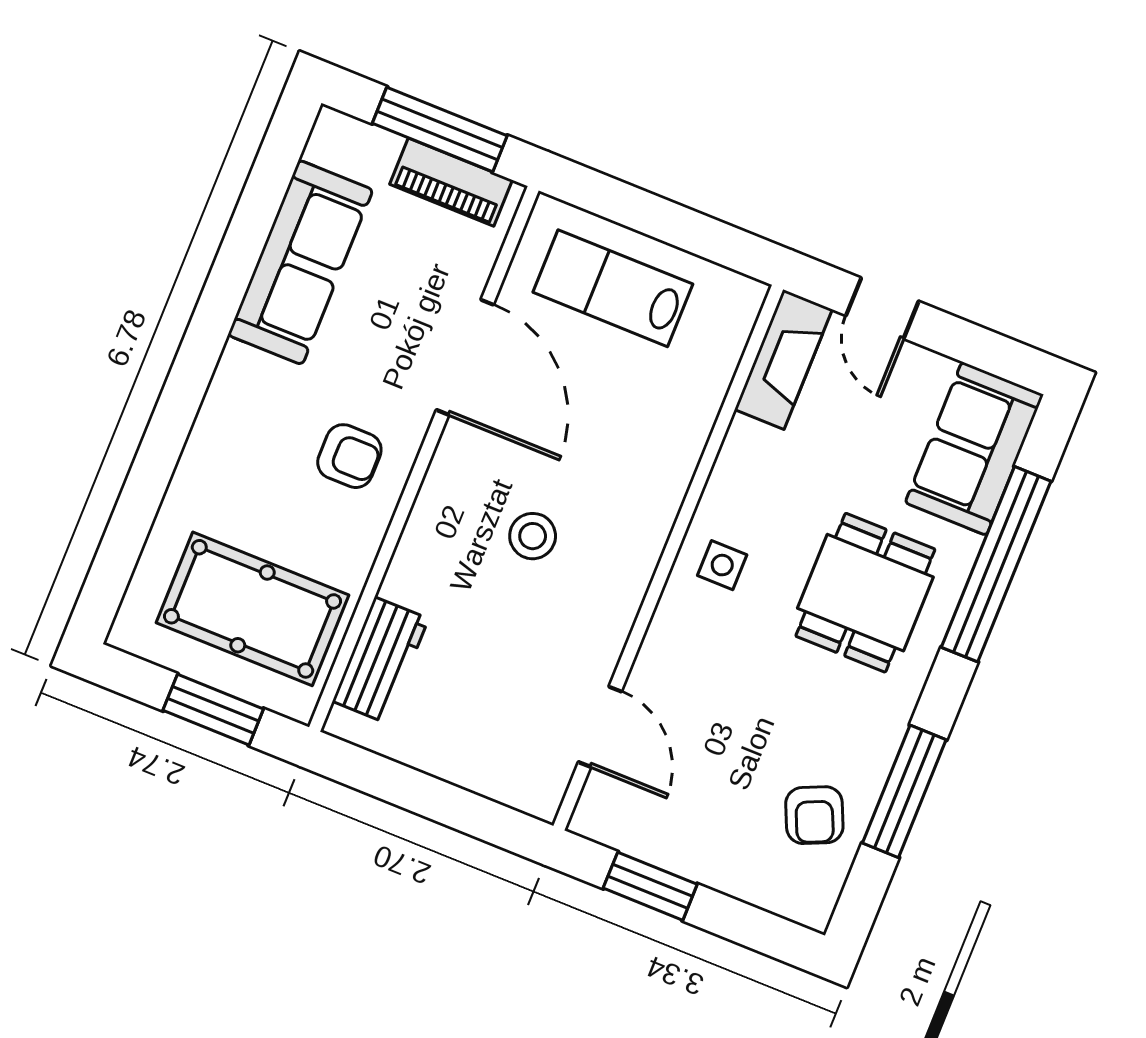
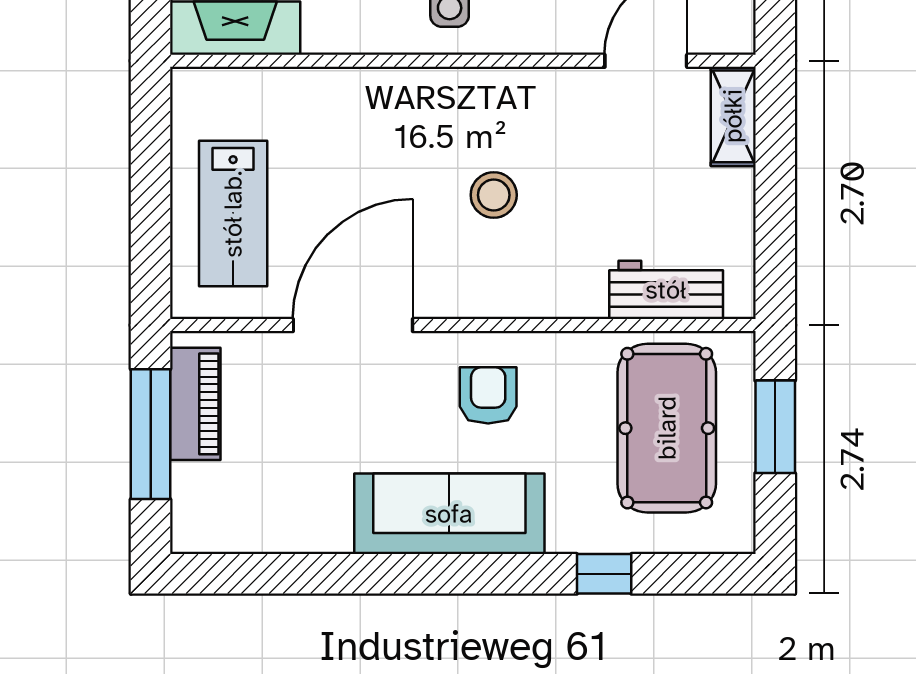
sofa: (300, 262) -> (449, 514), moved
window: (141, 497) -> (604, 574), added
shelving: (516, 787) -> (733, 116), added

